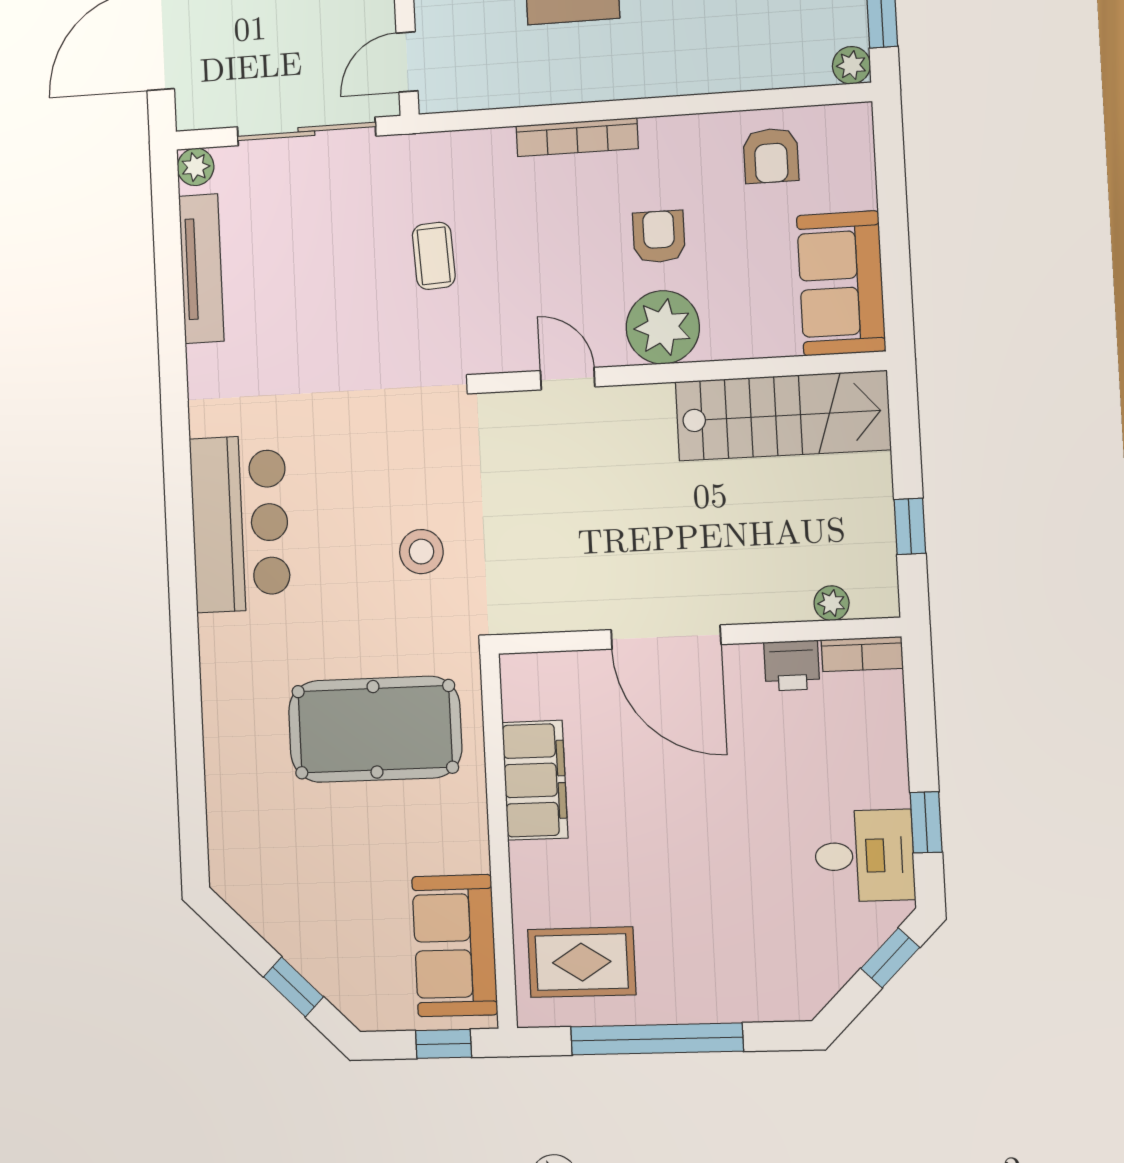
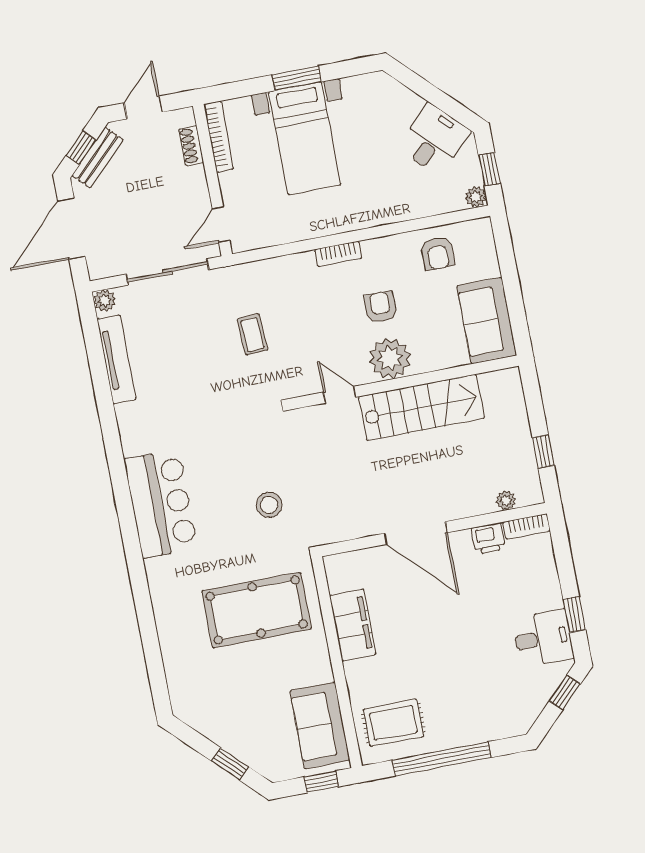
bookcase: (577, 137) -> (338, 254), width x0.64
stairs: (783, 416) -> (422, 407), moved

